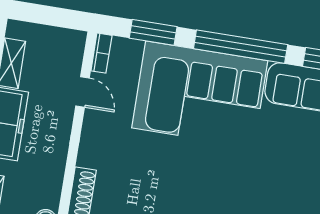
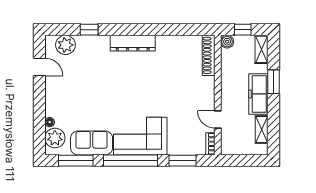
corner sofa: (200, 94) -> (140, 136), width x0.73, depth x0.74

